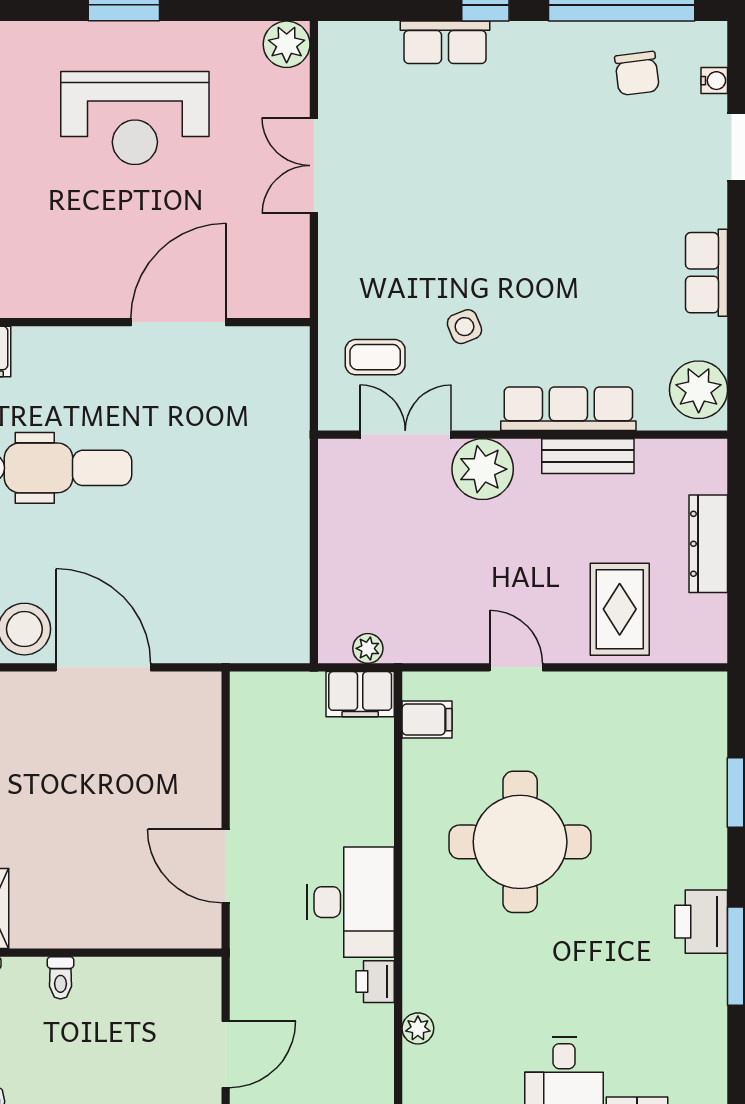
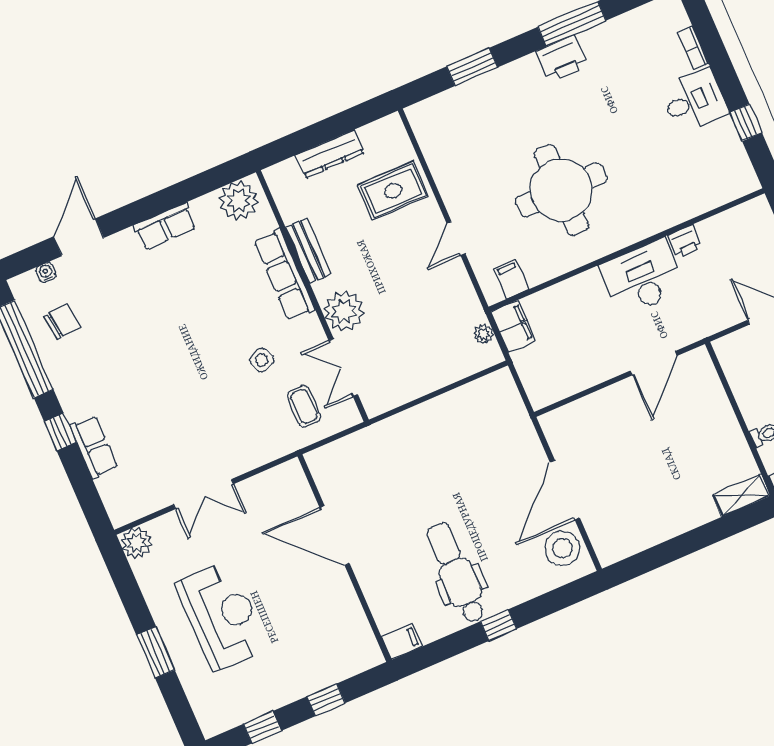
plant: (418, 1028) -> (702, 203), removed

